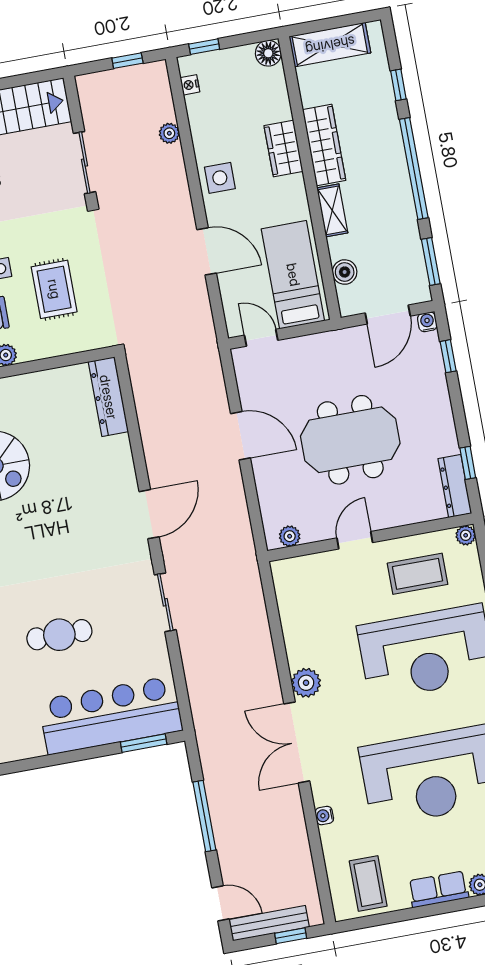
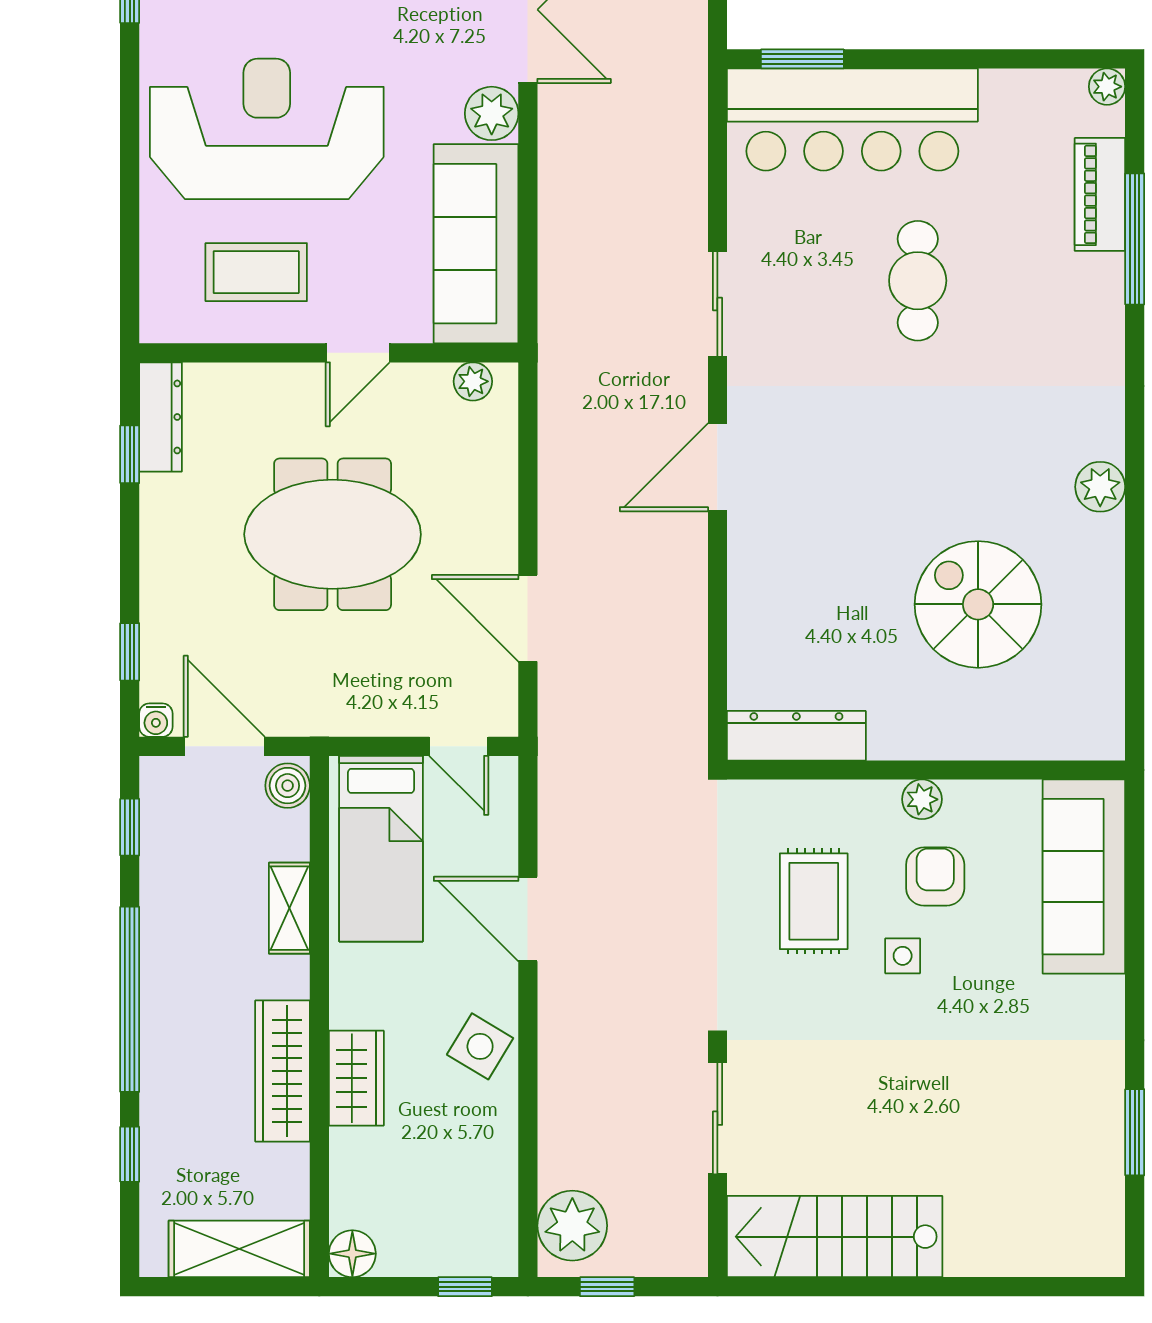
nightstand: (190, 85) -> (503, 1223), removed
plant: (169, 133) -> (572, 1226), moved, width x1.87, depth x1.87
side table: (220, 178) -> (480, 1046), turned 31
shelving: (332, 210) -> (289, 908), moved
window: (431, 261) -> (130, 827), width x0.67
boiler: (345, 272) -> (288, 786), moved
door: (388, 315) -> (224, 746), hinge flipped
dresser: (108, 397) -> (796, 736), moved, turned -90
door: (240, 436) -> (528, 618), moved
plant: (466, 535) -> (157, 325), removed
sofa: (302, 611) -> (476, 244), added
cafe table: (59, 635) -> (918, 281), turned 90

